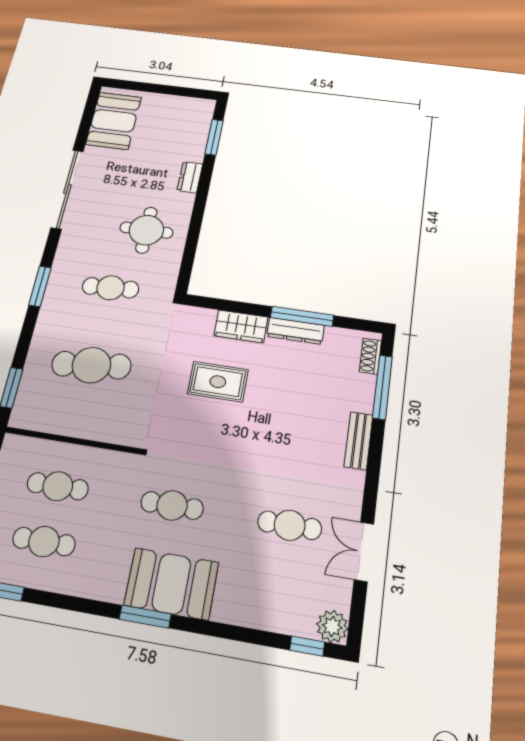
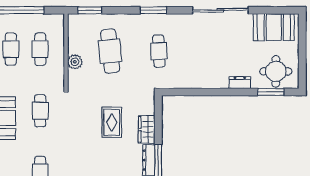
round table: (146, 230) -> (276, 71), moved
plant: (96, 428) -> (75, 62), added

